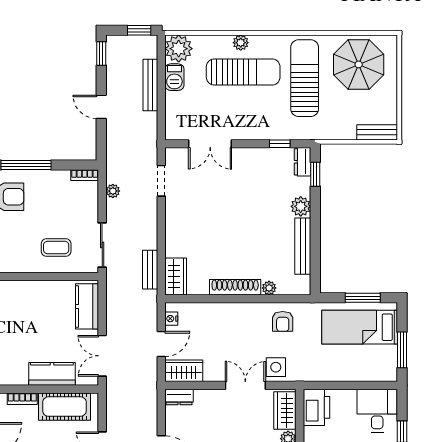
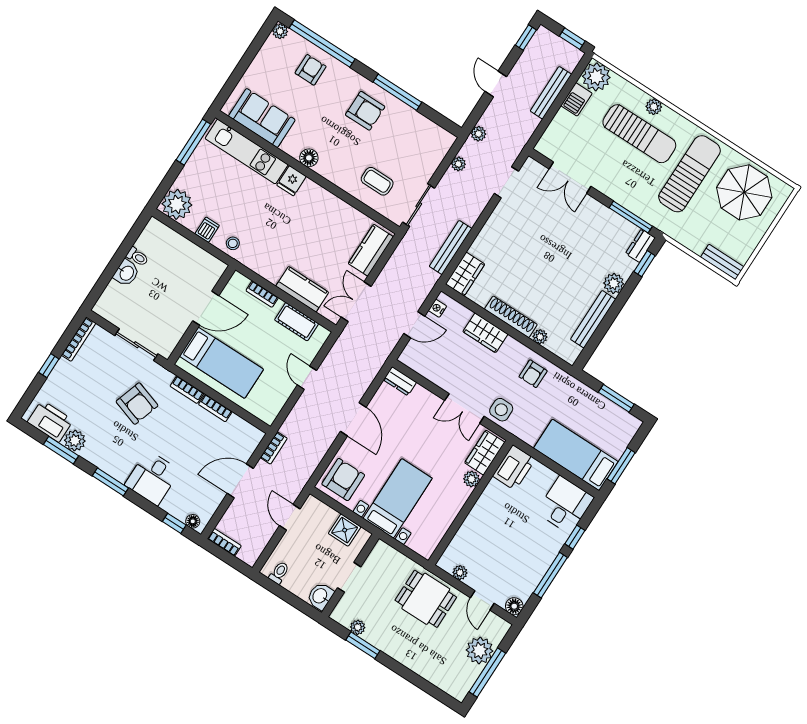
window: (280, 144) -> (631, 217), width x2.17
plant: (113, 156) -> (478, 134), added
bookcase: (85, 175) -> (443, 134), removed
bench: (150, 270) -> (451, 247), width x1.36
bed: (360, 327) -> (576, 455), moved
wardrobe: (184, 371) -> (485, 333), moved, turned 180
double door: (245, 385) -> (464, 408), swing flipped
cot: (64, 407) -> (297, 322), width x0.73, depth x0.75

